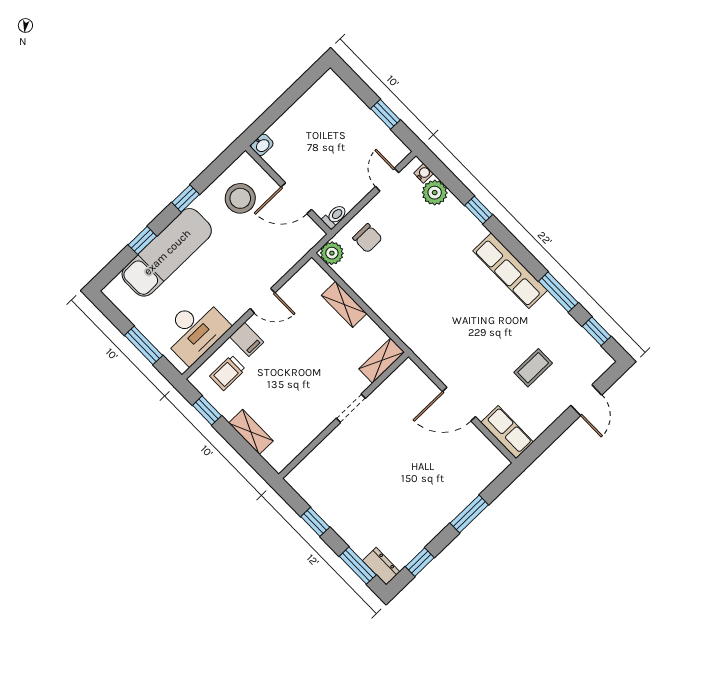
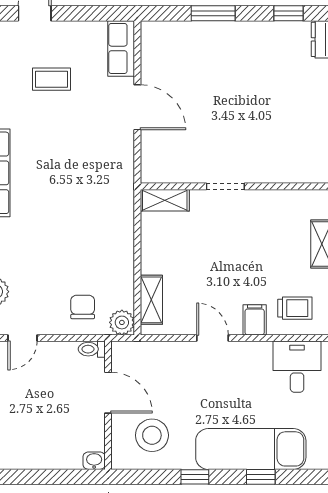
shelving: (344, 304) -> (151, 300), moved
desk: (195, 330) -> (297, 367), width x0.73

